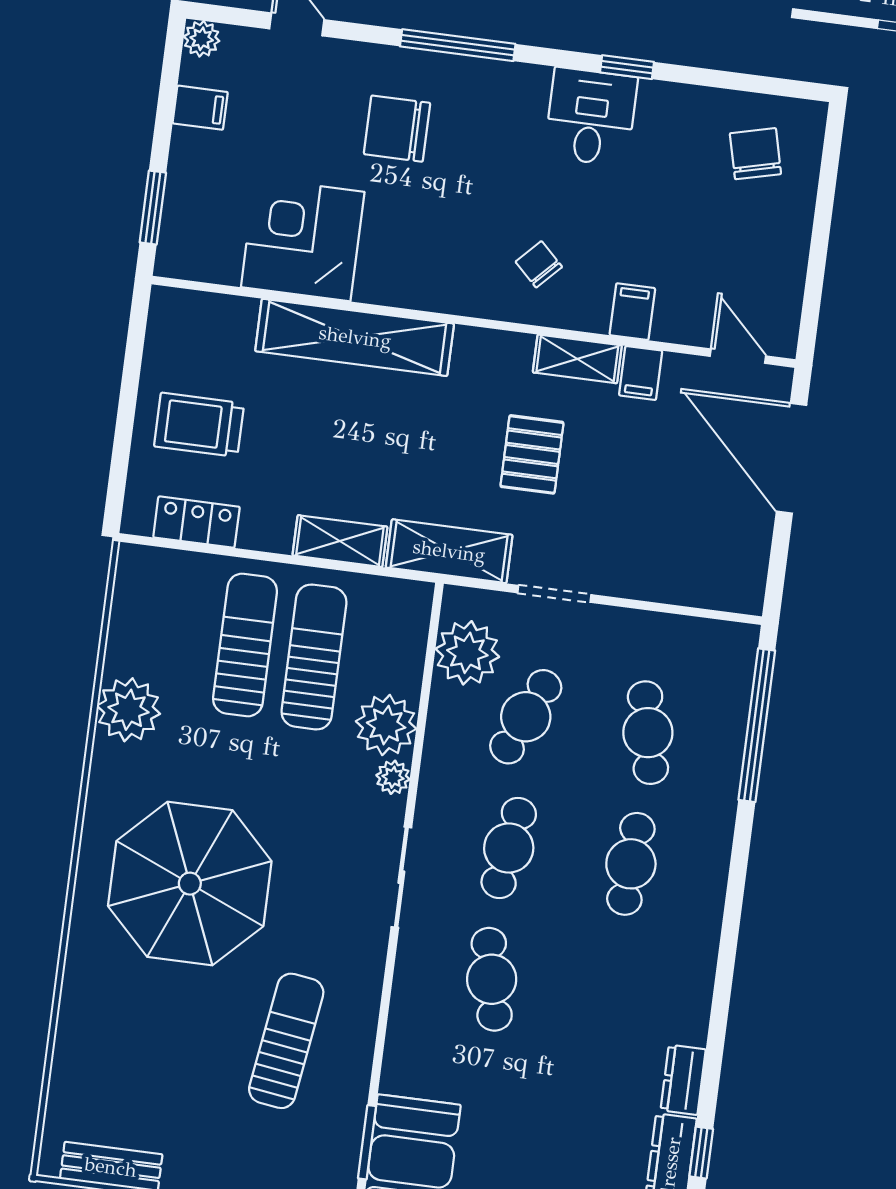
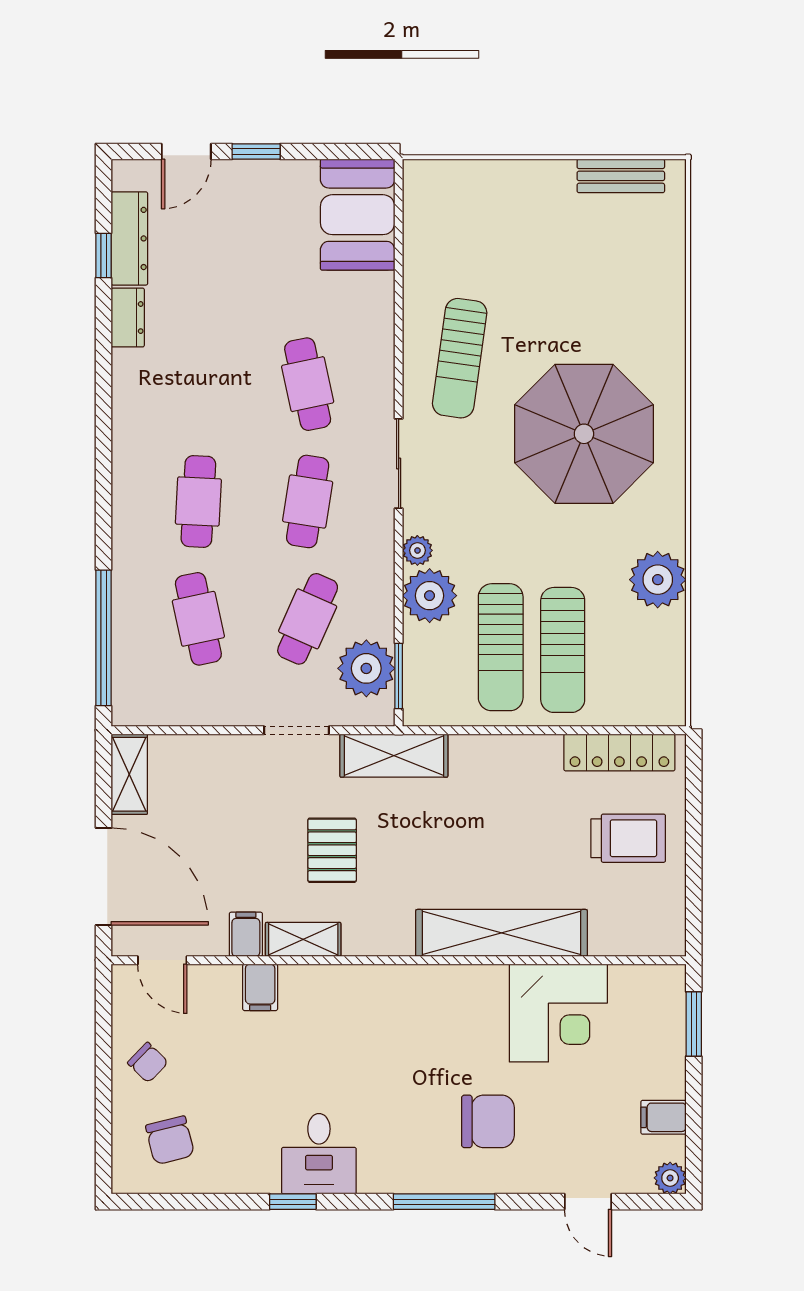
chair: (539, 264) -> (148, 1063), moved
locker: (196, 522) -> (619, 752), width x1.53
shelving: (340, 541) -> (129, 774), moved, turned 90
sun lounger: (286, 1041) -> (460, 358), moved
window: (367, 1142) -> (399, 676), moved

